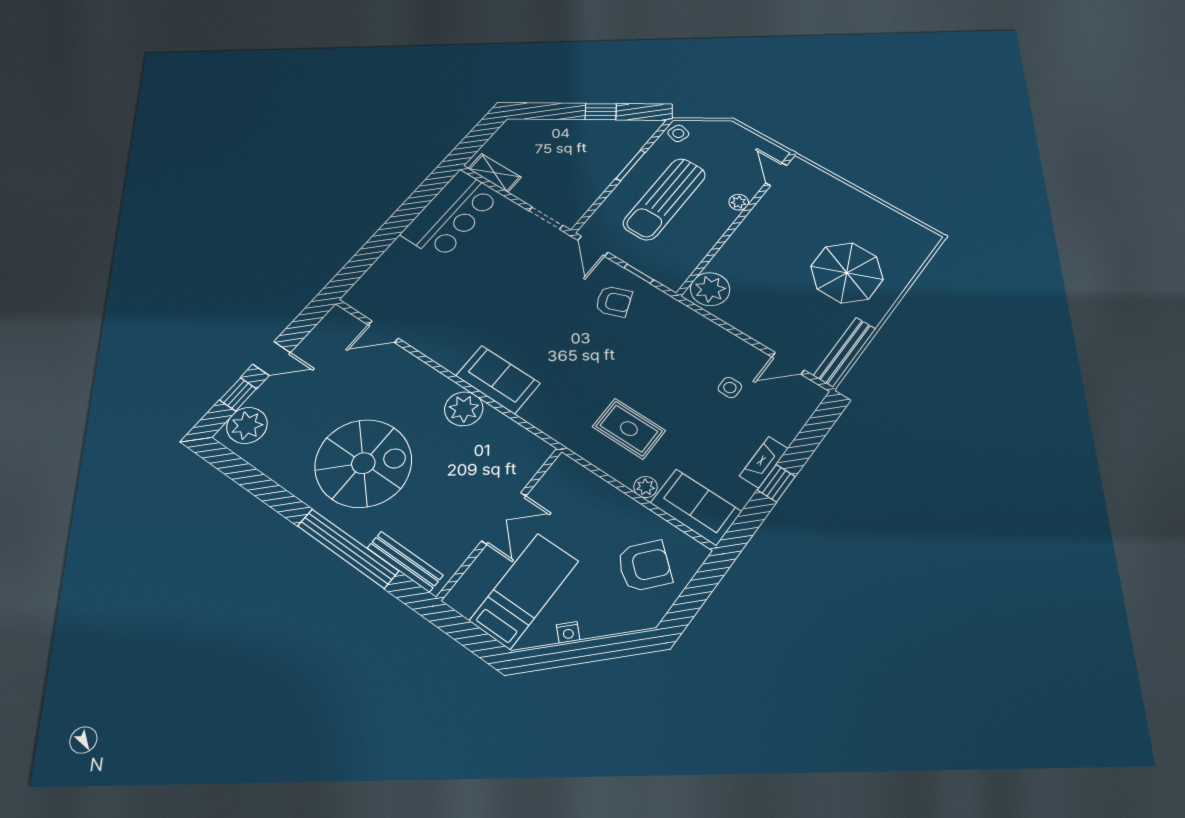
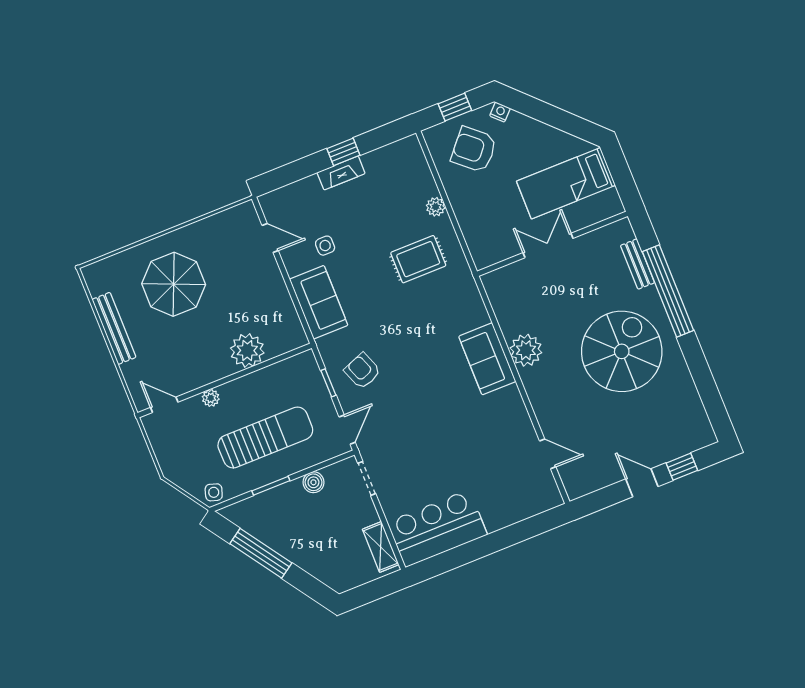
window: (601, 112) -> (261, 553), width x2.17
door: (776, 174) -> (164, 405), swing flipped
boiler: (593, 189) -> (313, 482), added
plant: (710, 289) -> (247, 350), moved
bench: (845, 352) -> (114, 328), moved, turned 90
plant: (247, 425) -> (688, 436), removed
rug: (629, 429) -> (418, 259), turned 90
spiral stairs: (363, 463) -> (622, 351), turned 90
sofa: (696, 507) -> (319, 302), moved, turned 180
bench: (405, 562) -> (637, 264), width x0.73
window: (694, 596) -> (455, 107), added
nightstand: (568, 632) -> (500, 112), moved

